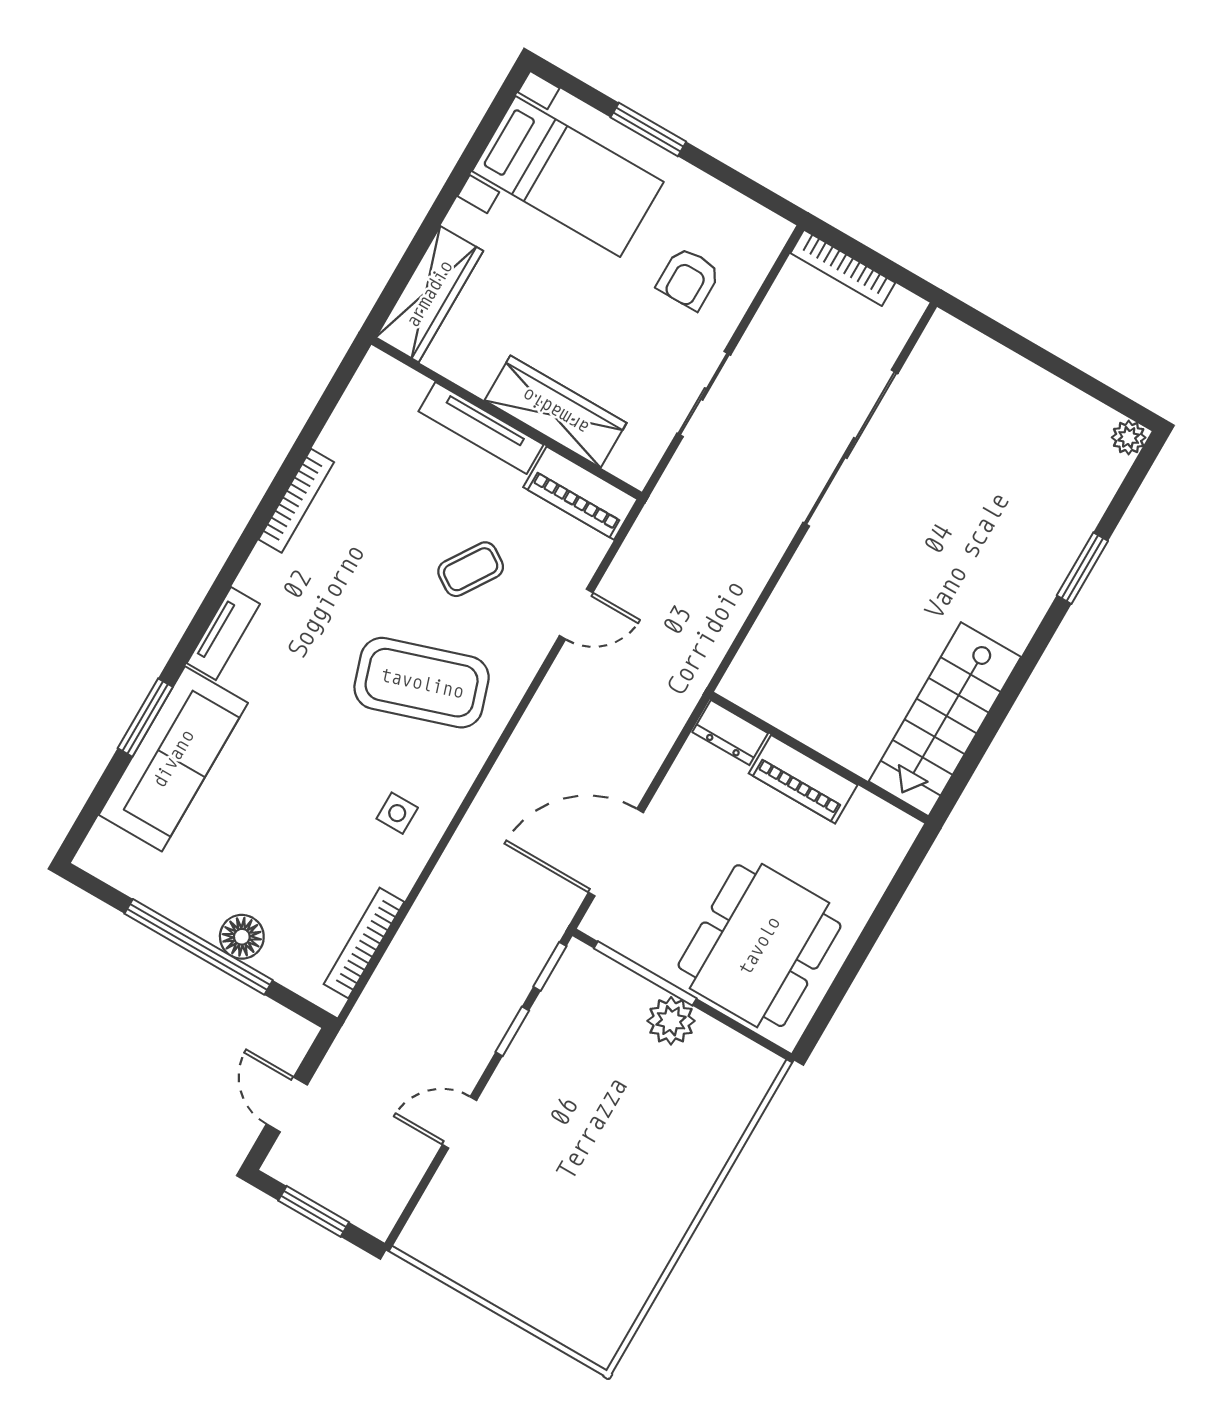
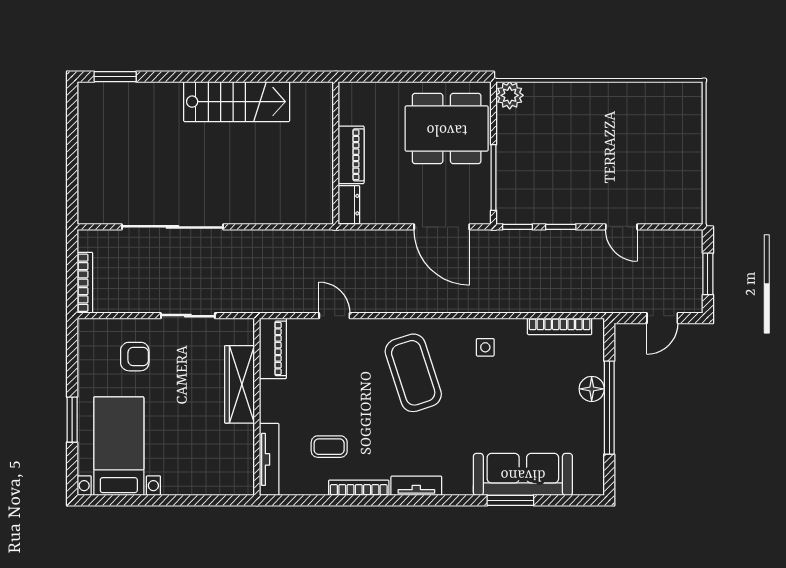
wardrobe: (429, 294) -> (217, 481), removed
tv unit: (481, 428) -> (269, 459), moved
plant: (1129, 437) -> (87, 91), removed
window: (1082, 568) -> (115, 77), moved
coffee table: (471, 569) -> (329, 447), moved, turned -33
tv unit: (223, 634) -> (416, 486), moved
stairs: (945, 719) -> (237, 102), moved
plant: (671, 1021) -> (510, 95), moved

